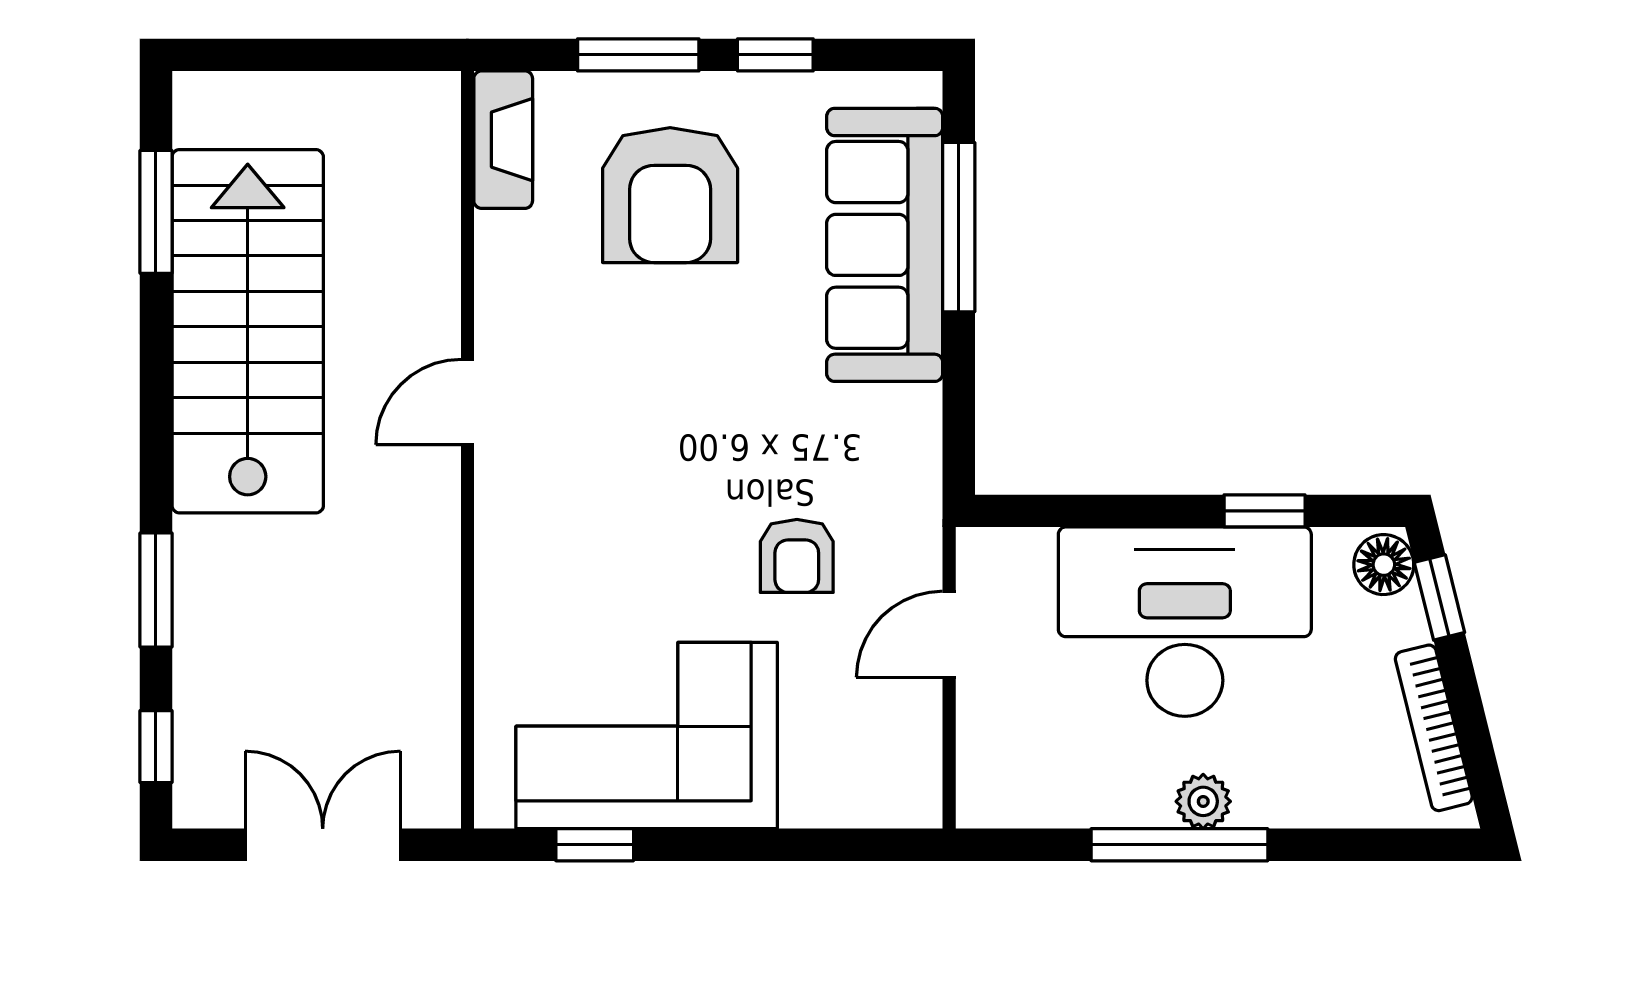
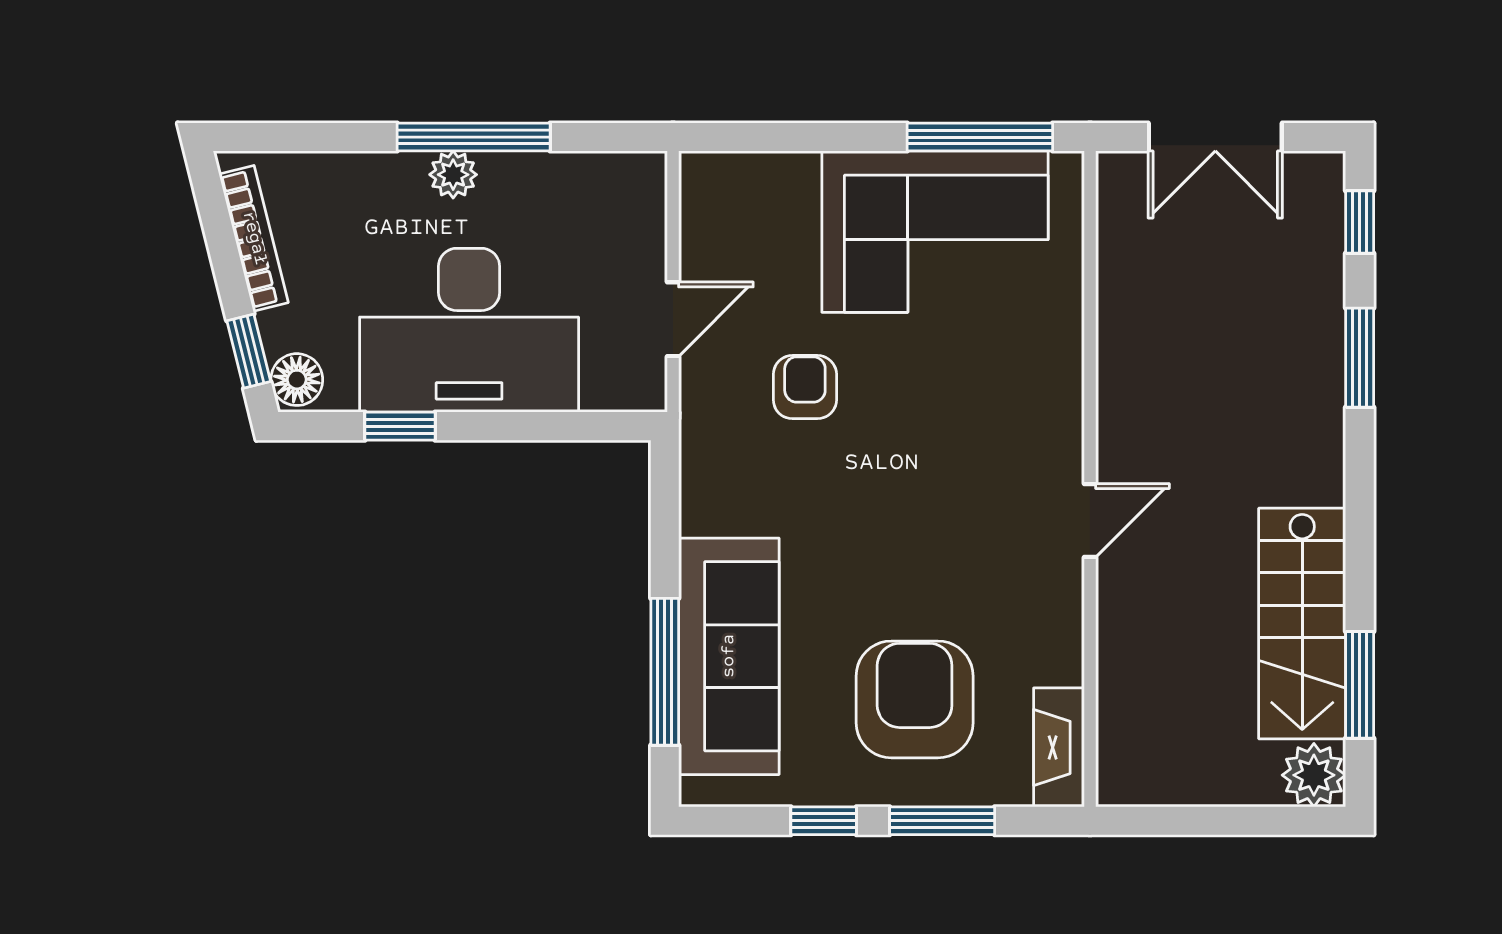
plant: (209, 108) -> (1314, 775), added
stairs: (248, 331) -> (1302, 623), width x0.73, depth x0.66
window: (595, 845) -> (980, 137), width x2.17

